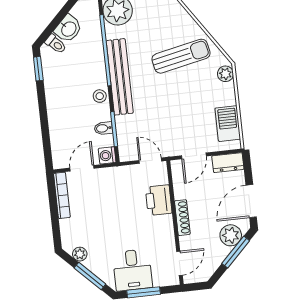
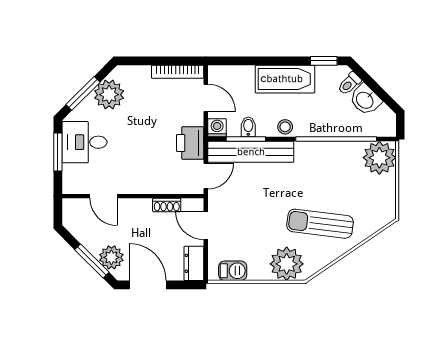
sun lounger: (181, 56) -> (320, 224), turned 109
plant: (225, 74) -> (287, 264), width x1.88, depth x1.88
bench: (120, 77) -> (251, 152), moved
bathtub: (58, 101) -> (285, 79), added
barbecue: (228, 124) -> (233, 271), width x0.73, depth x0.79
printer: (159, 200) -> (190, 143), moved, turned -90
shoe rack: (182, 218) -> (167, 205), moved, width x0.70
plant: (80, 254) -> (109, 95), width x1.87, depth x1.87
door: (179, 263) -> (104, 196), moved

